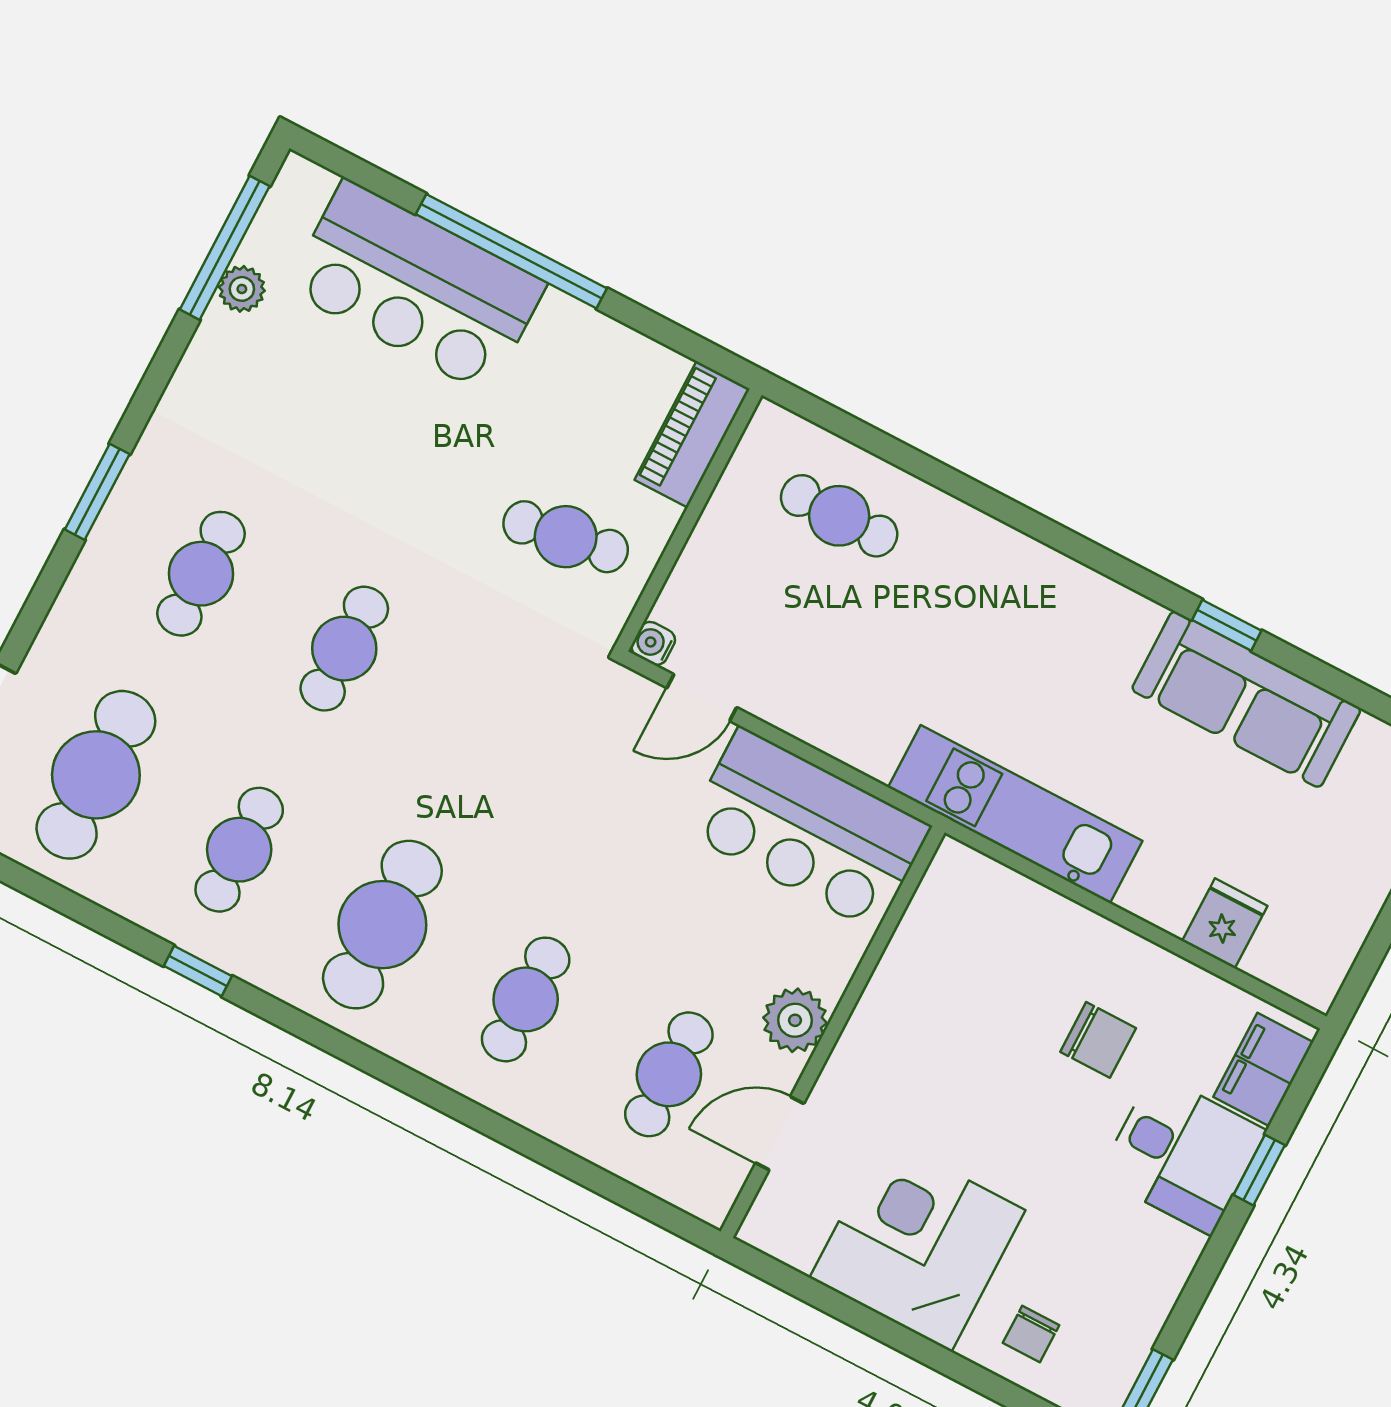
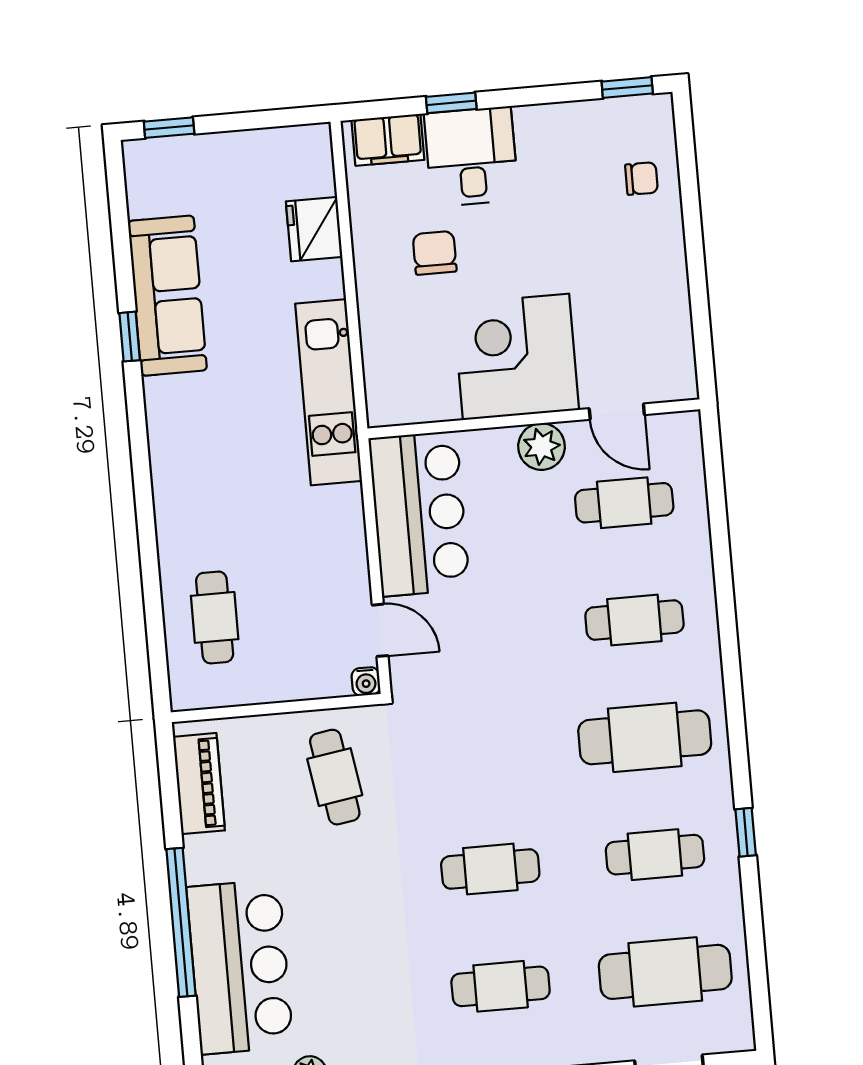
piano: (692, 434) -> (199, 784), moved, turned -90
fridge: (1225, 923) -> (314, 229), width x1.38
corner desk: (917, 1244) -> (516, 357), moved, turned 90

